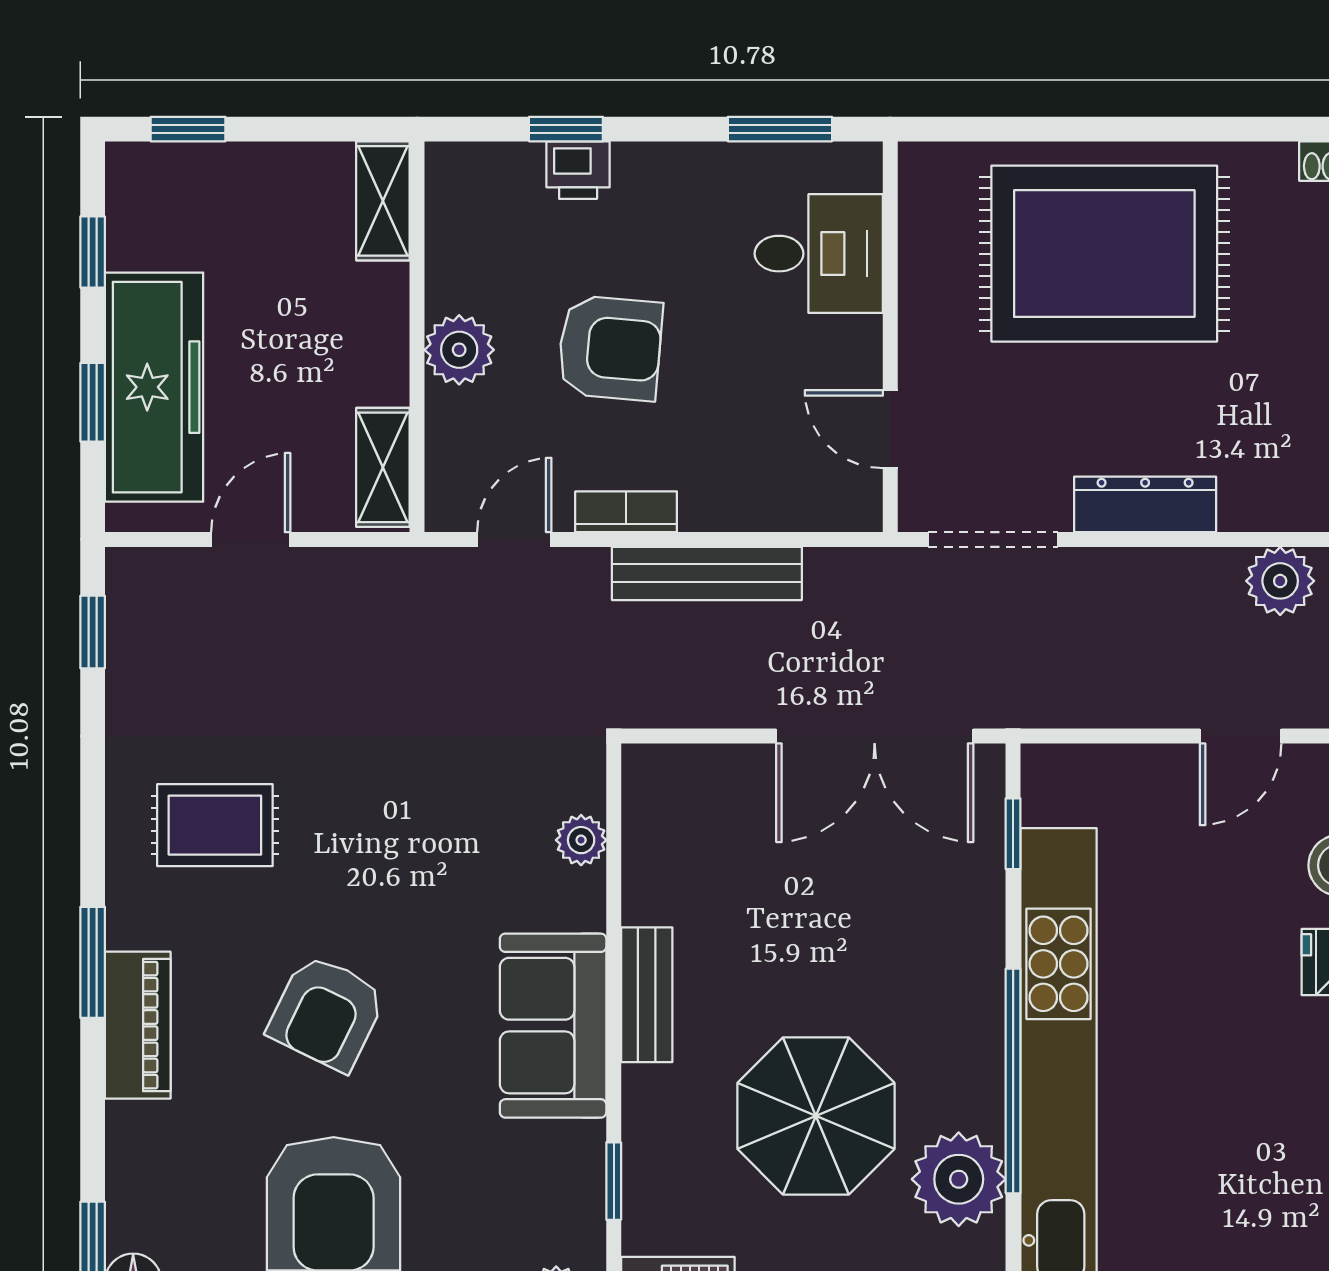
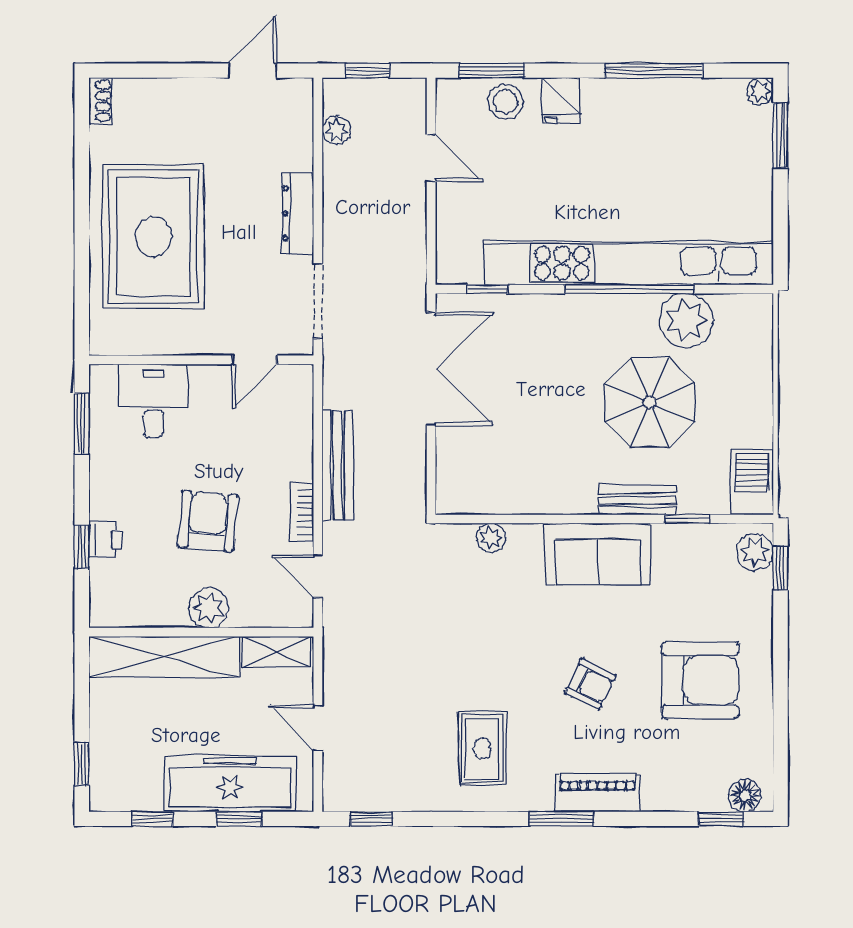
shelving: (383, 201) -> (164, 657), width x2.20, depth x1.33
plant: (1280, 581) -> (336, 130), width x0.73, depth x0.73
bench: (647, 995) -> (637, 500), moved
armchair: (327, 1013) -> (590, 684), width x0.72, depth x0.72

